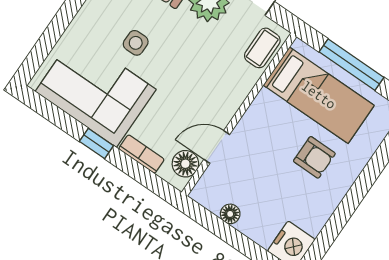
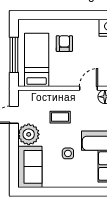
coffee table: (262, 48) -> (60, 117), moved
door: (217, 147) -> (89, 88), swing flipped

